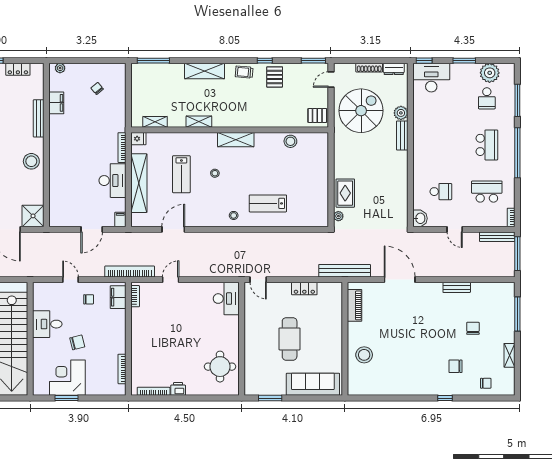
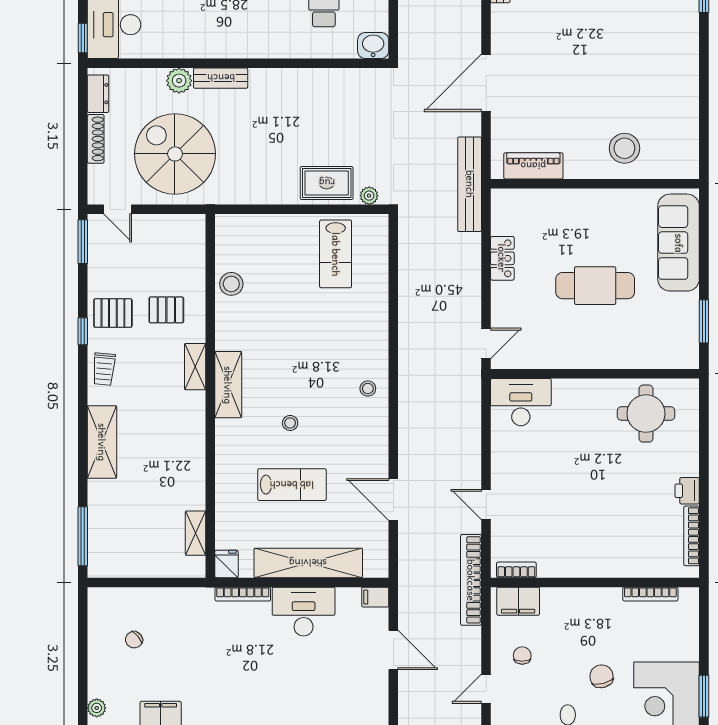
pallet: (317, 115) -> (166, 310), moved, turned 90
shelving: (199, 122) -> (195, 367), moved
lab bench: (268, 203) -> (336, 254), moved

